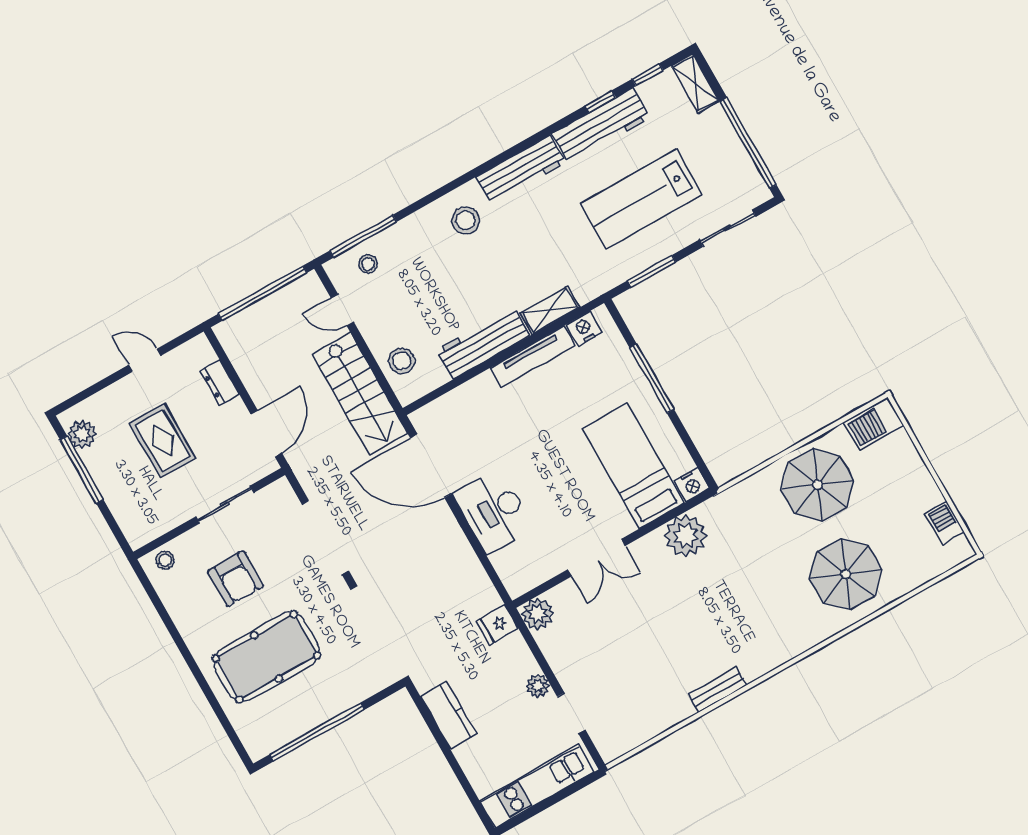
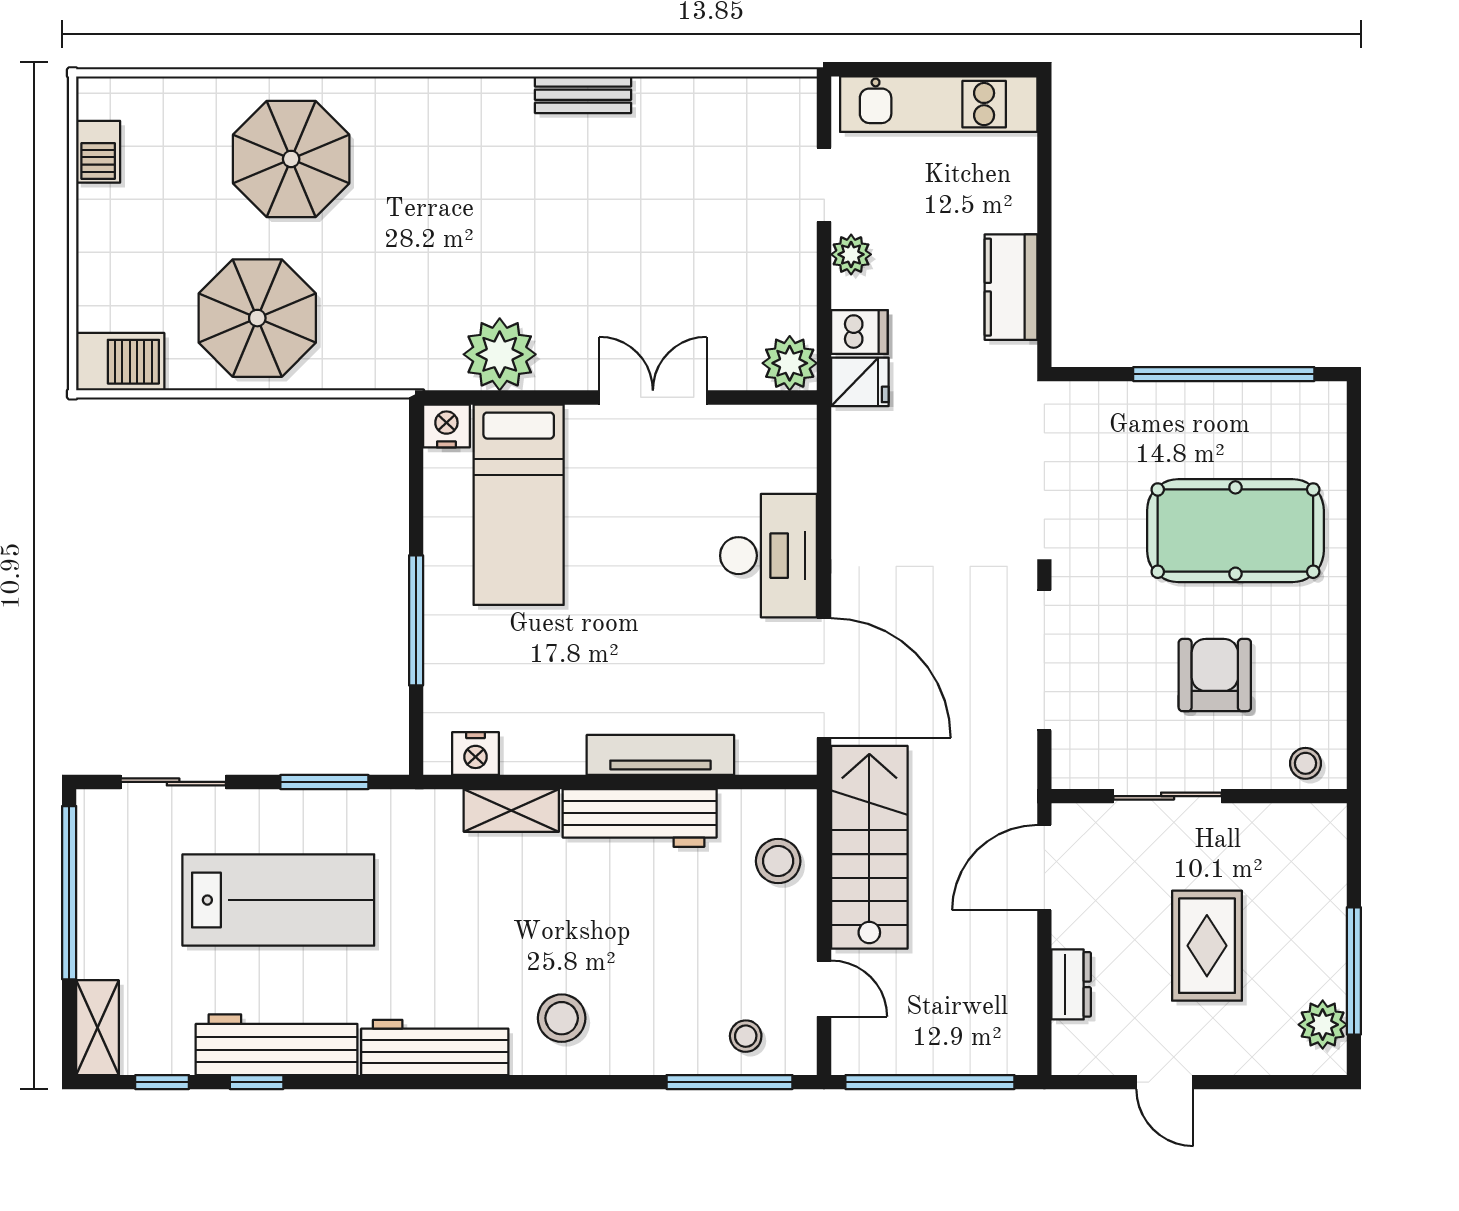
tv unit: (533, 357) -> (660, 755), moved
dishwasher: (512, 649) -> (859, 332), added

